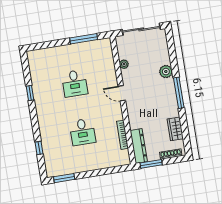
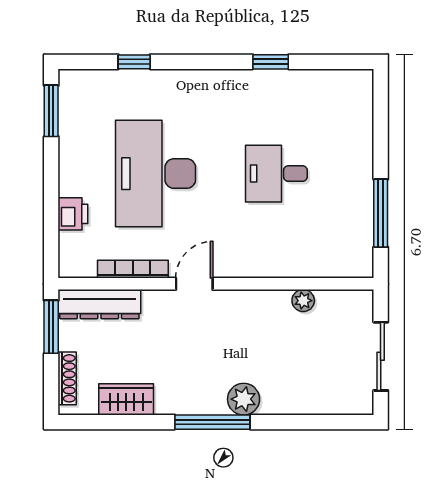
sliding door: (141, 29) -> (381, 356), width x0.73
plant: (166, 72) -> (244, 399), moved
door: (122, 93) -> (194, 284), moved
desk: (83, 132) -> (156, 174), width x1.87, depth x1.30
printer: (104, 163) -> (73, 214), added

